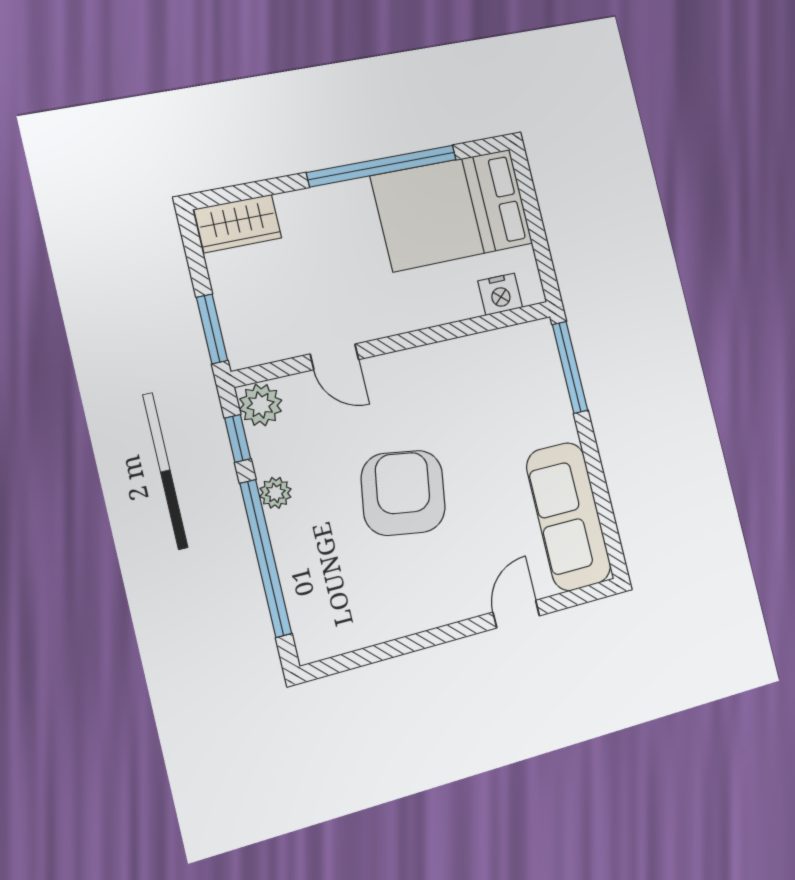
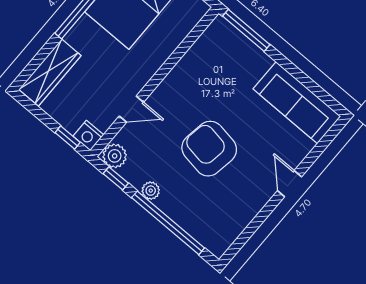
wardrobe: (238, 224) -> (50, 72), width x1.50
nightstand: (500, 294) -> (88, 136), moved, turned 90
window: (212, 329) -> (68, 138), width x0.67
door: (516, 614) -> (289, 184), moved

